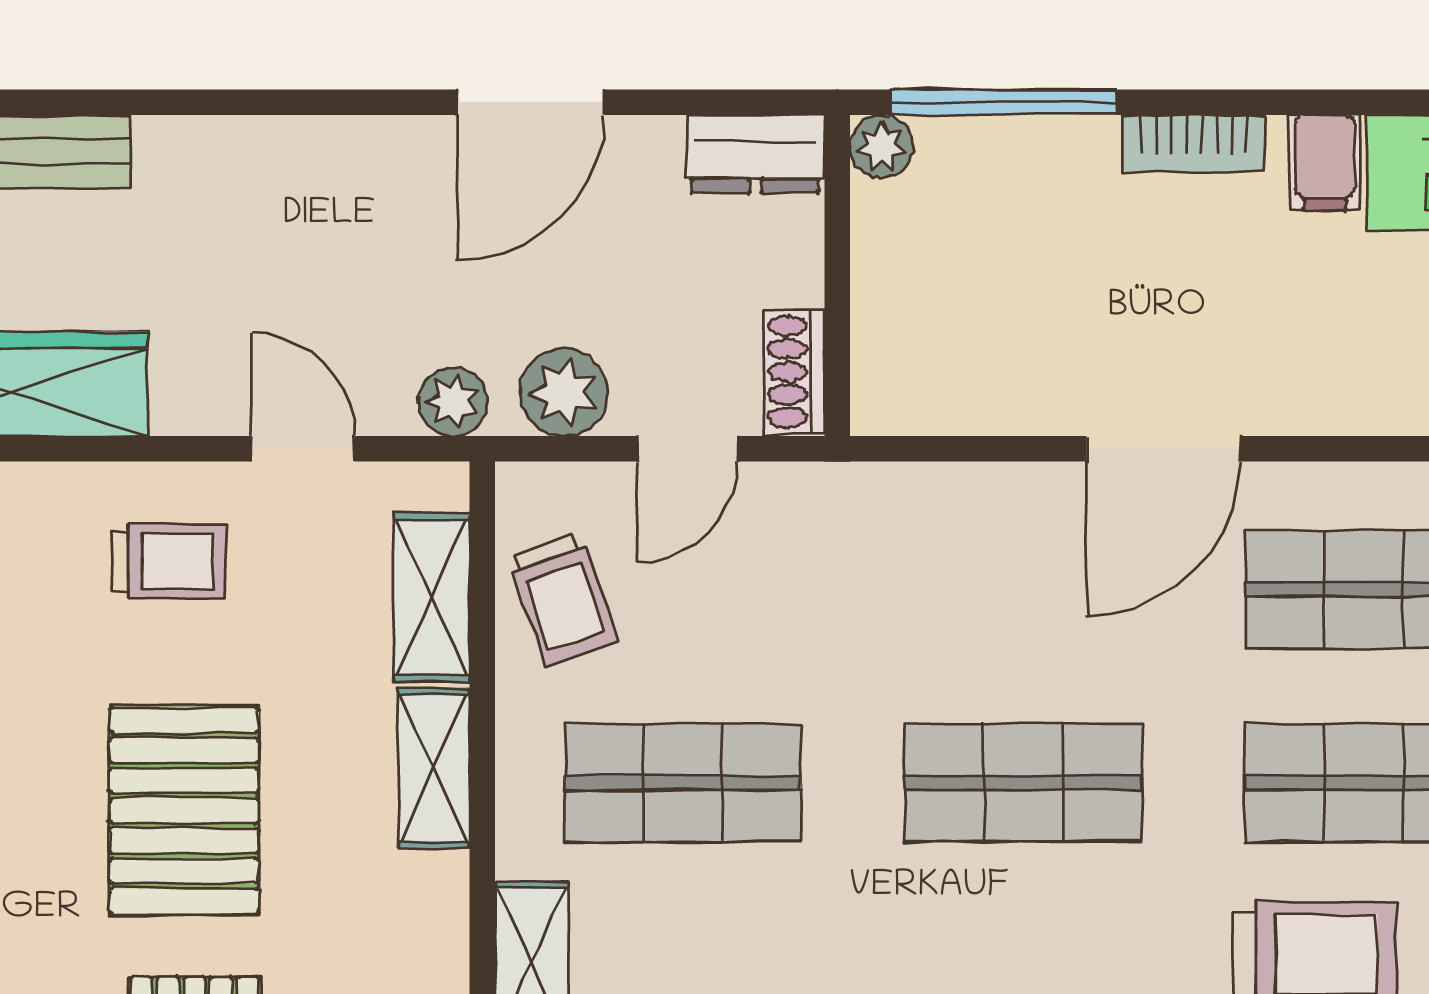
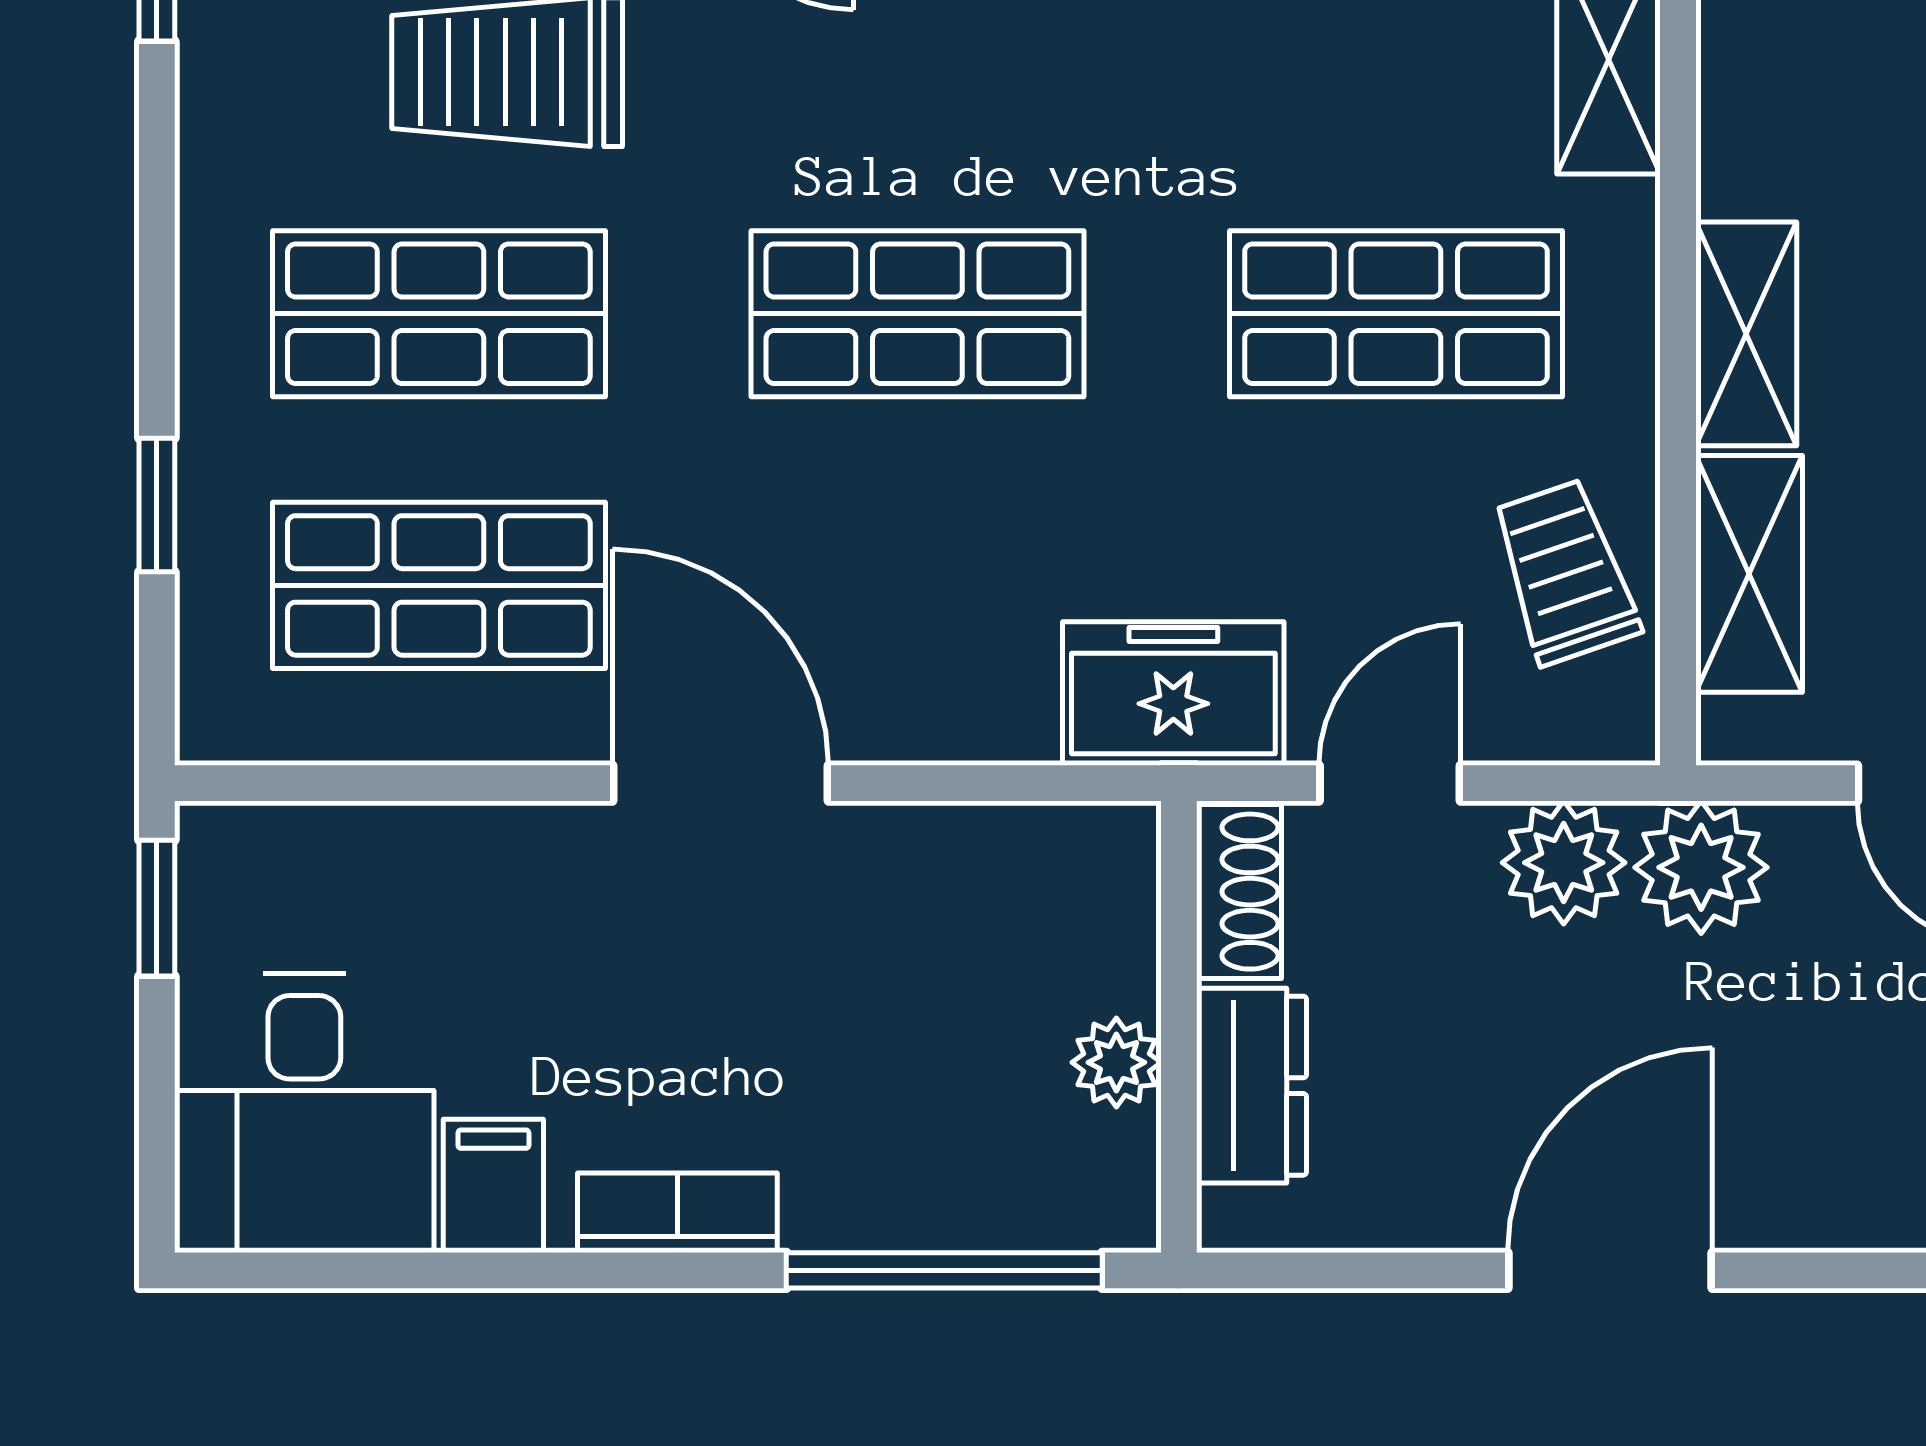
plant: (882, 147) -> (1116, 1062), moved
dresser: (755, 154) -> (1251, 1086), moved, turned 90
plant: (453, 402) -> (1701, 867), width x1.38, depth x1.38
door: (1163, 449) -> (720, 783), hinge flipped
freezer: (841, 513) -> (1173, 693), added

